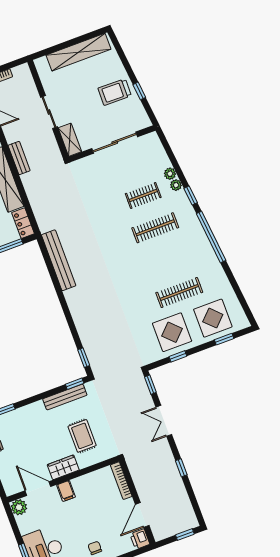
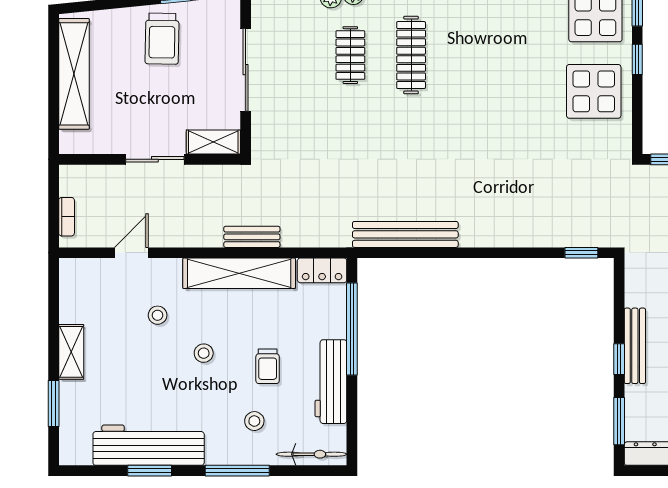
bench: (19, 158) -> (252, 237), moved
clothes rail: (179, 292) -> (532, 55), removed
window: (178, 356) -> (637, 59), moved
window: (75, 384) -> (619, 359), moved
bench: (65, 397) -> (635, 346), moved

